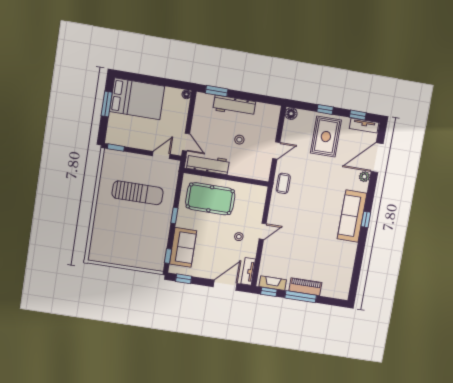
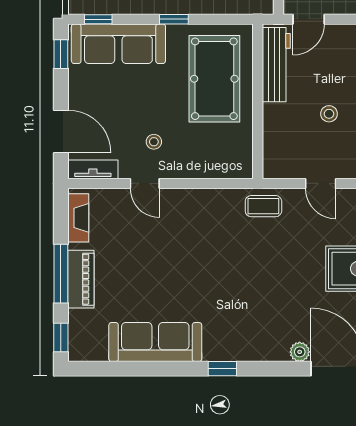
sofa: (352, 216) -> (155, 342), moved
door: (263, 231) -> (145, 183), moved
sofa: (183, 247) -> (118, 44), width x1.36
window: (269, 292) -> (61, 338), moved

